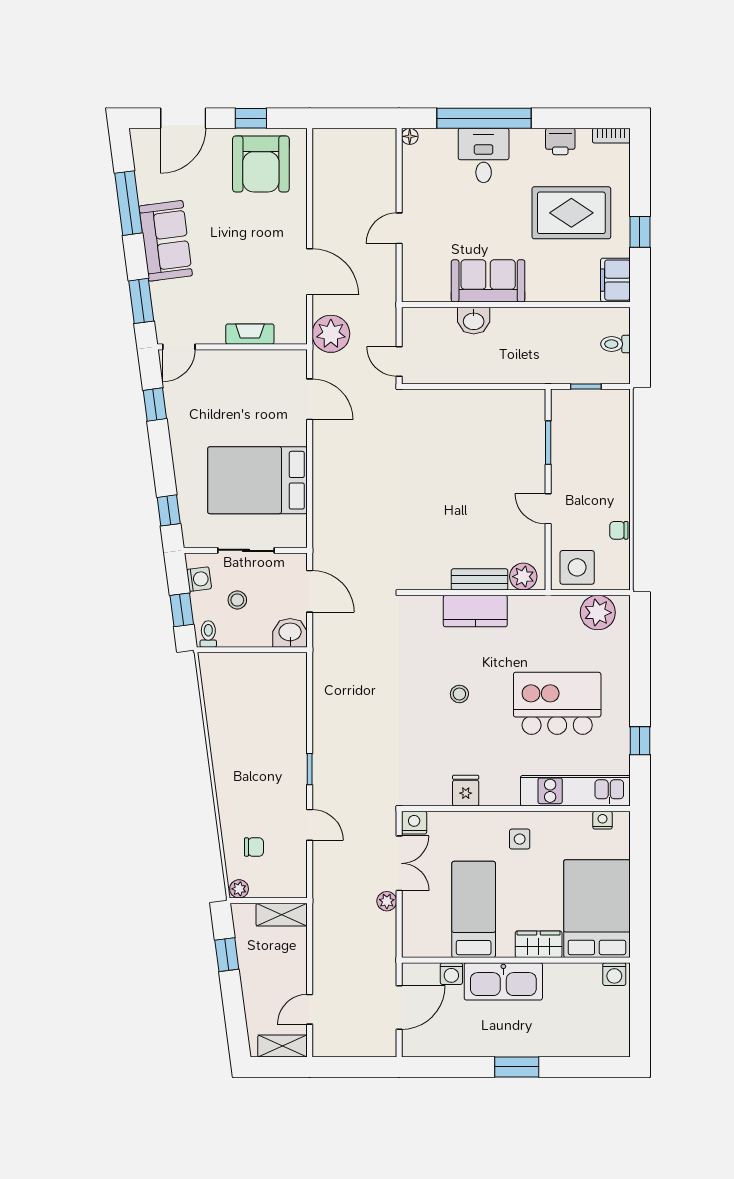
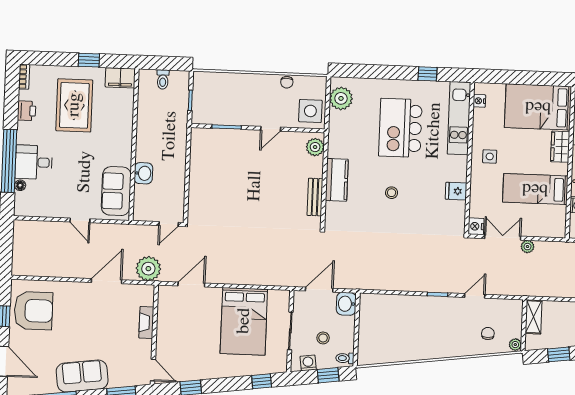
floor lamp: (410, 136) -> (20, 185), moved
sofa: (488, 281) -> (116, 191), moved
bench: (480, 579) -> (315, 197), moved

